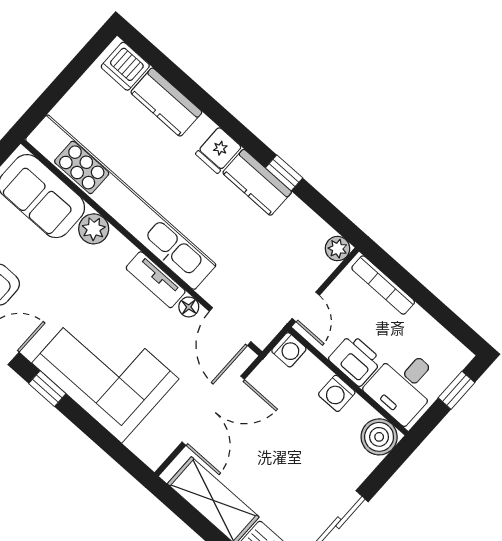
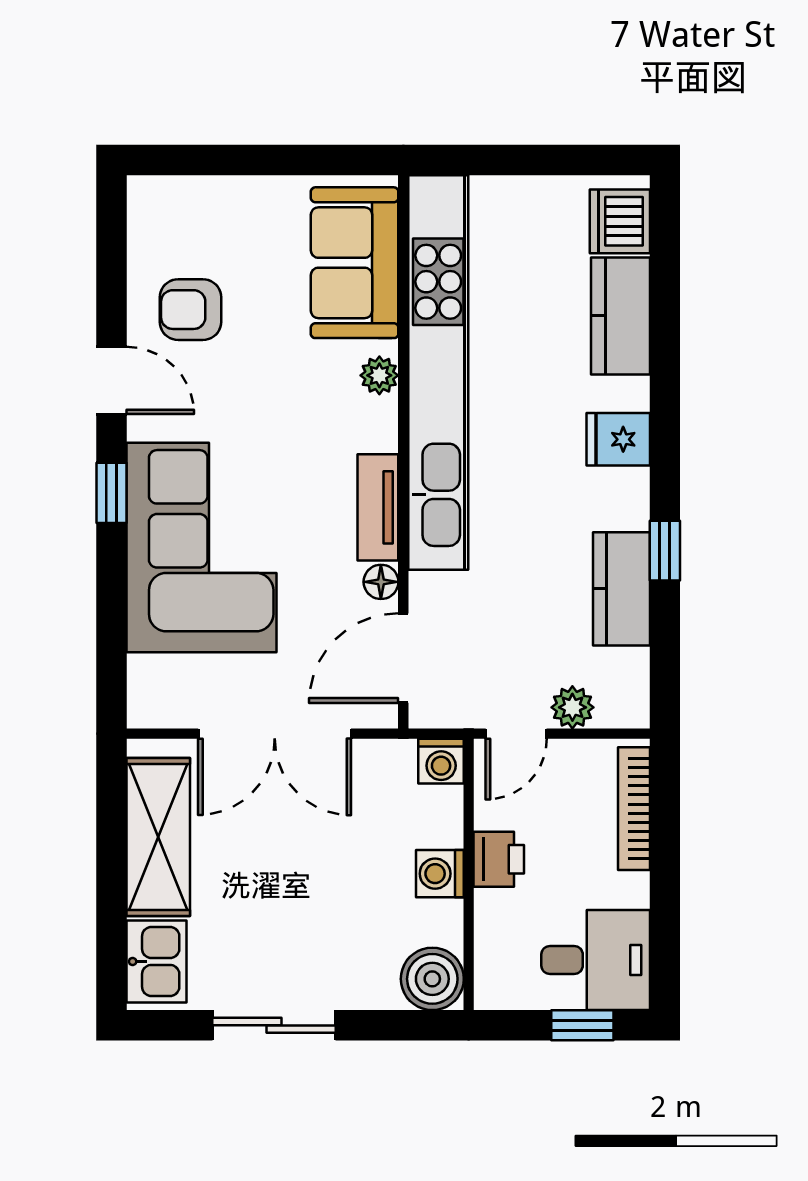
kitchen counter: (257, 182) -> (621, 589), moved
plant: (94, 229) -> (379, 375), width x0.73, depth x0.73
plant: (338, 249) -> (572, 707), moved
printer: (355, 360) -> (499, 859), width x0.73, depth x0.81
desk: (404, 385) -> (596, 960), moved, turned 180

